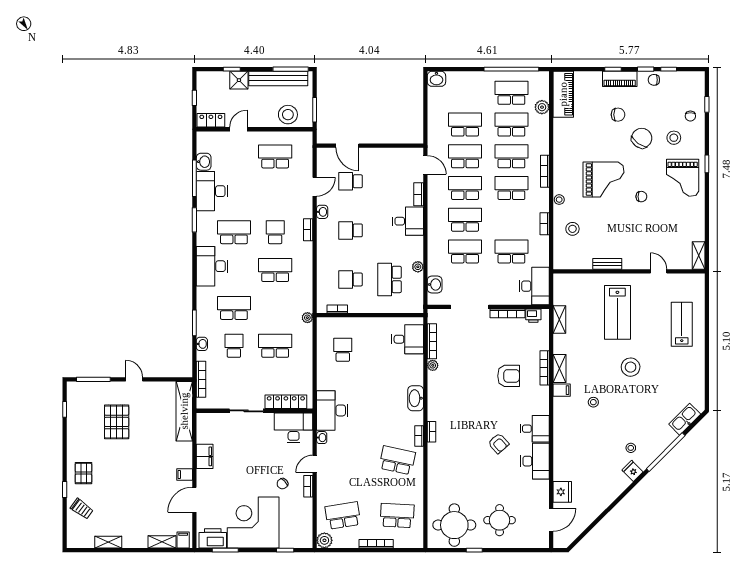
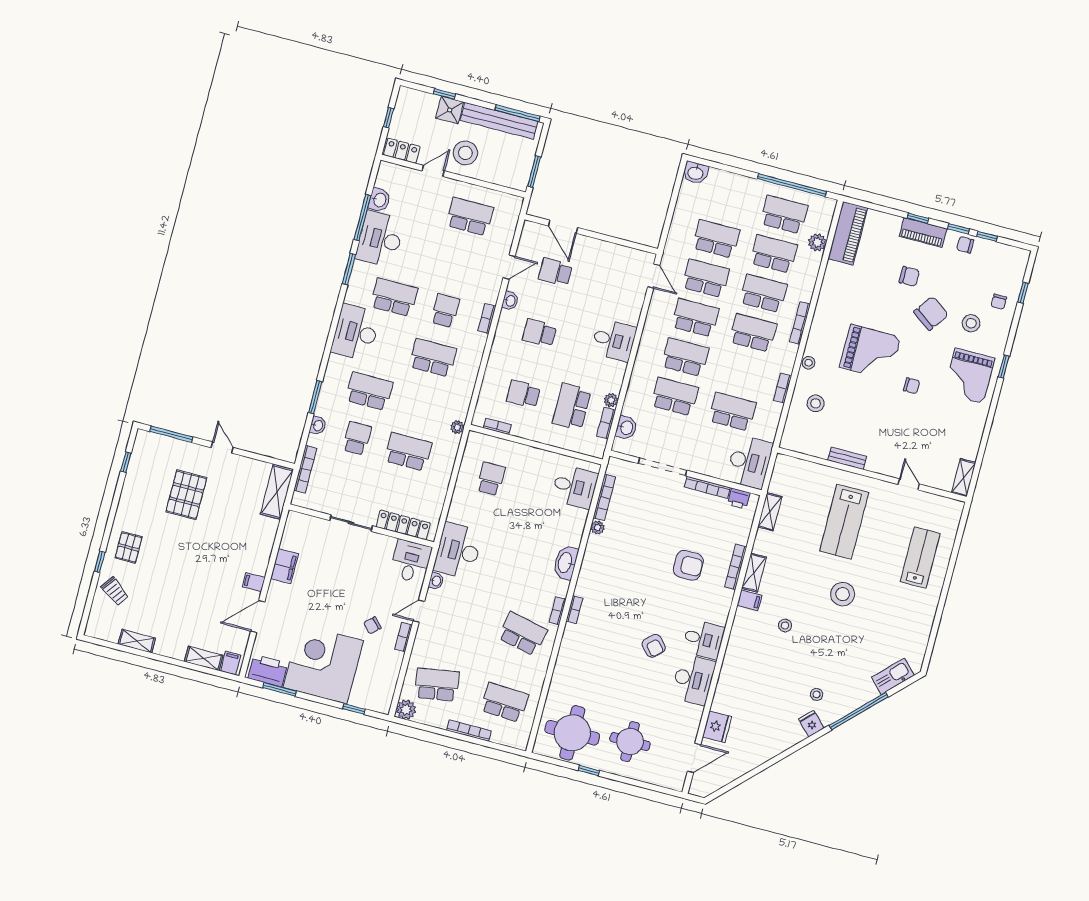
stool: (288, 115) -> (465, 153), moved
bookcase: (419, 194) -> (606, 423), moved
shelving: (184, 411) -> (277, 492), width x0.68
desk: (294, 428) -> (411, 561), width x0.73

